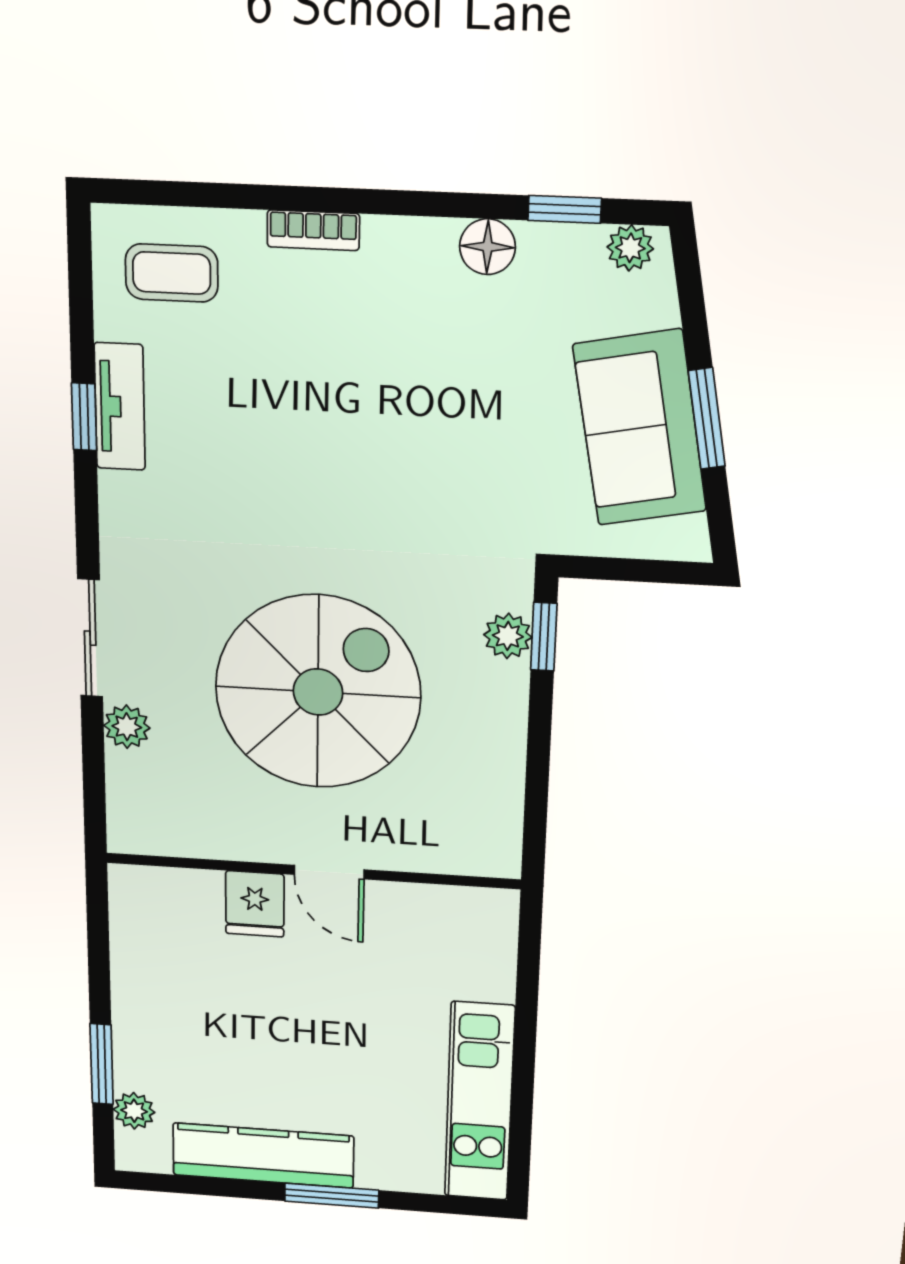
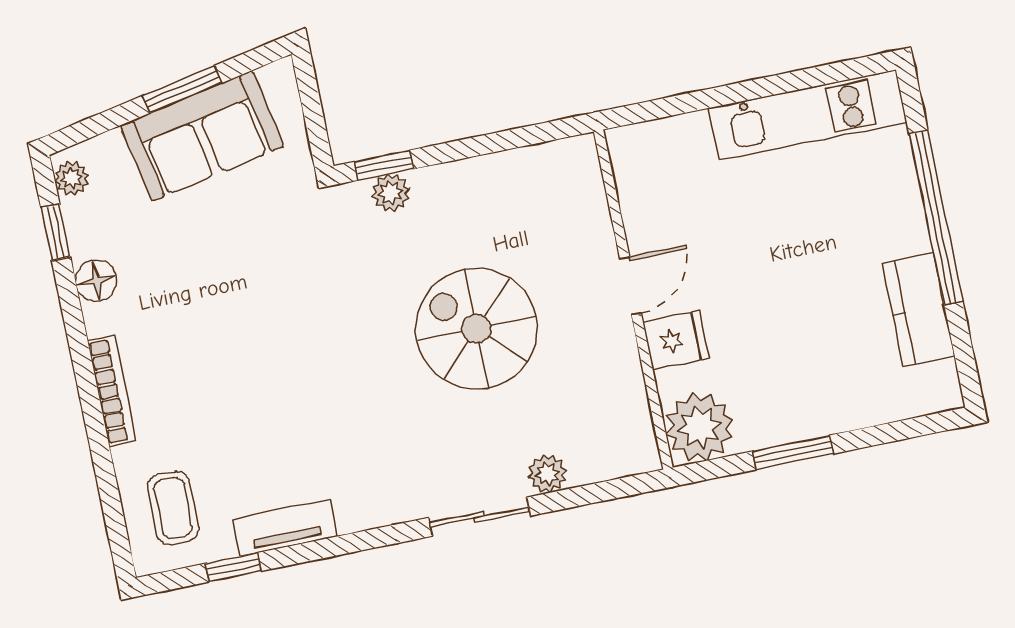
bookcase: (313, 230) -> (112, 391), width x1.56
window: (84, 417) -> (233, 567), moved
spiral stairs: (318, 692) -> (477, 329), width x0.73, depth x0.73
window: (102, 1064) -> (793, 452), moved
plant: (134, 1111) -> (699, 427), moved, width x1.88, depth x1.88
kitchen counter: (263, 1155) -> (918, 310), width x0.67
window: (332, 1196) -> (936, 217), width x2.11

